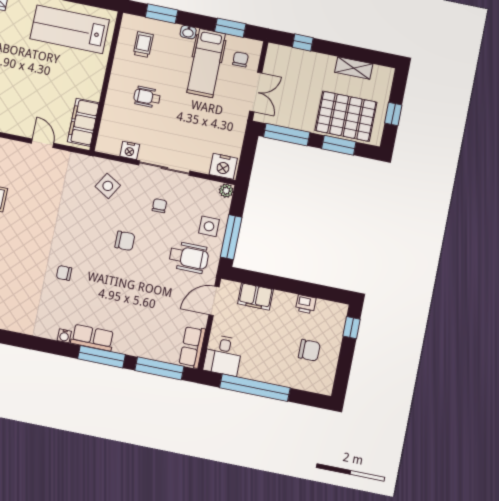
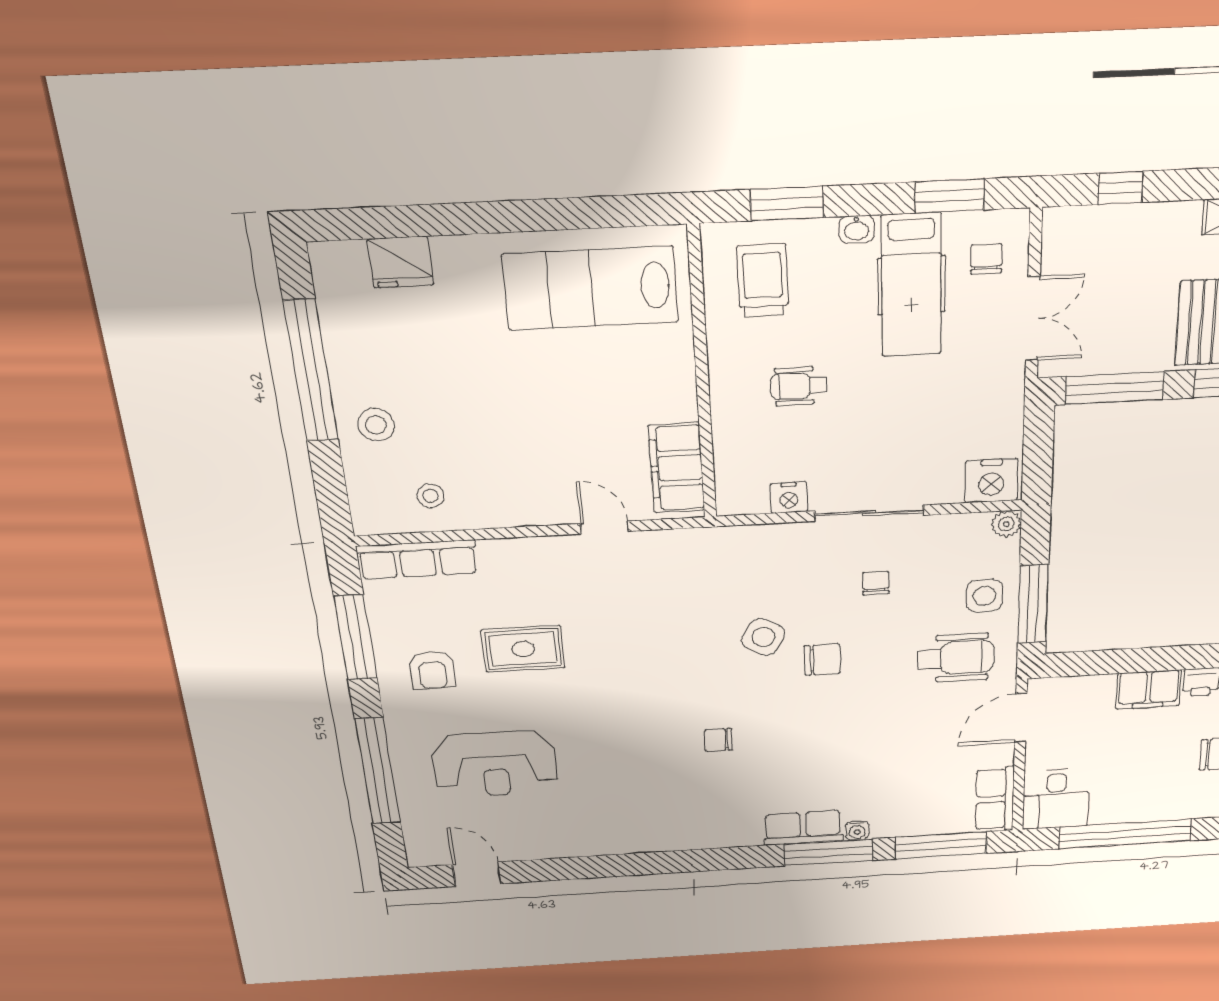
trolley: (143, 45) -> (763, 281), width x1.36, depth x1.39
side table: (108, 186) -> (763, 637), moved
filing cabinet: (255, 297) -> (1148, 690), moved
water cooler: (64, 336) -> (857, 831), moved

